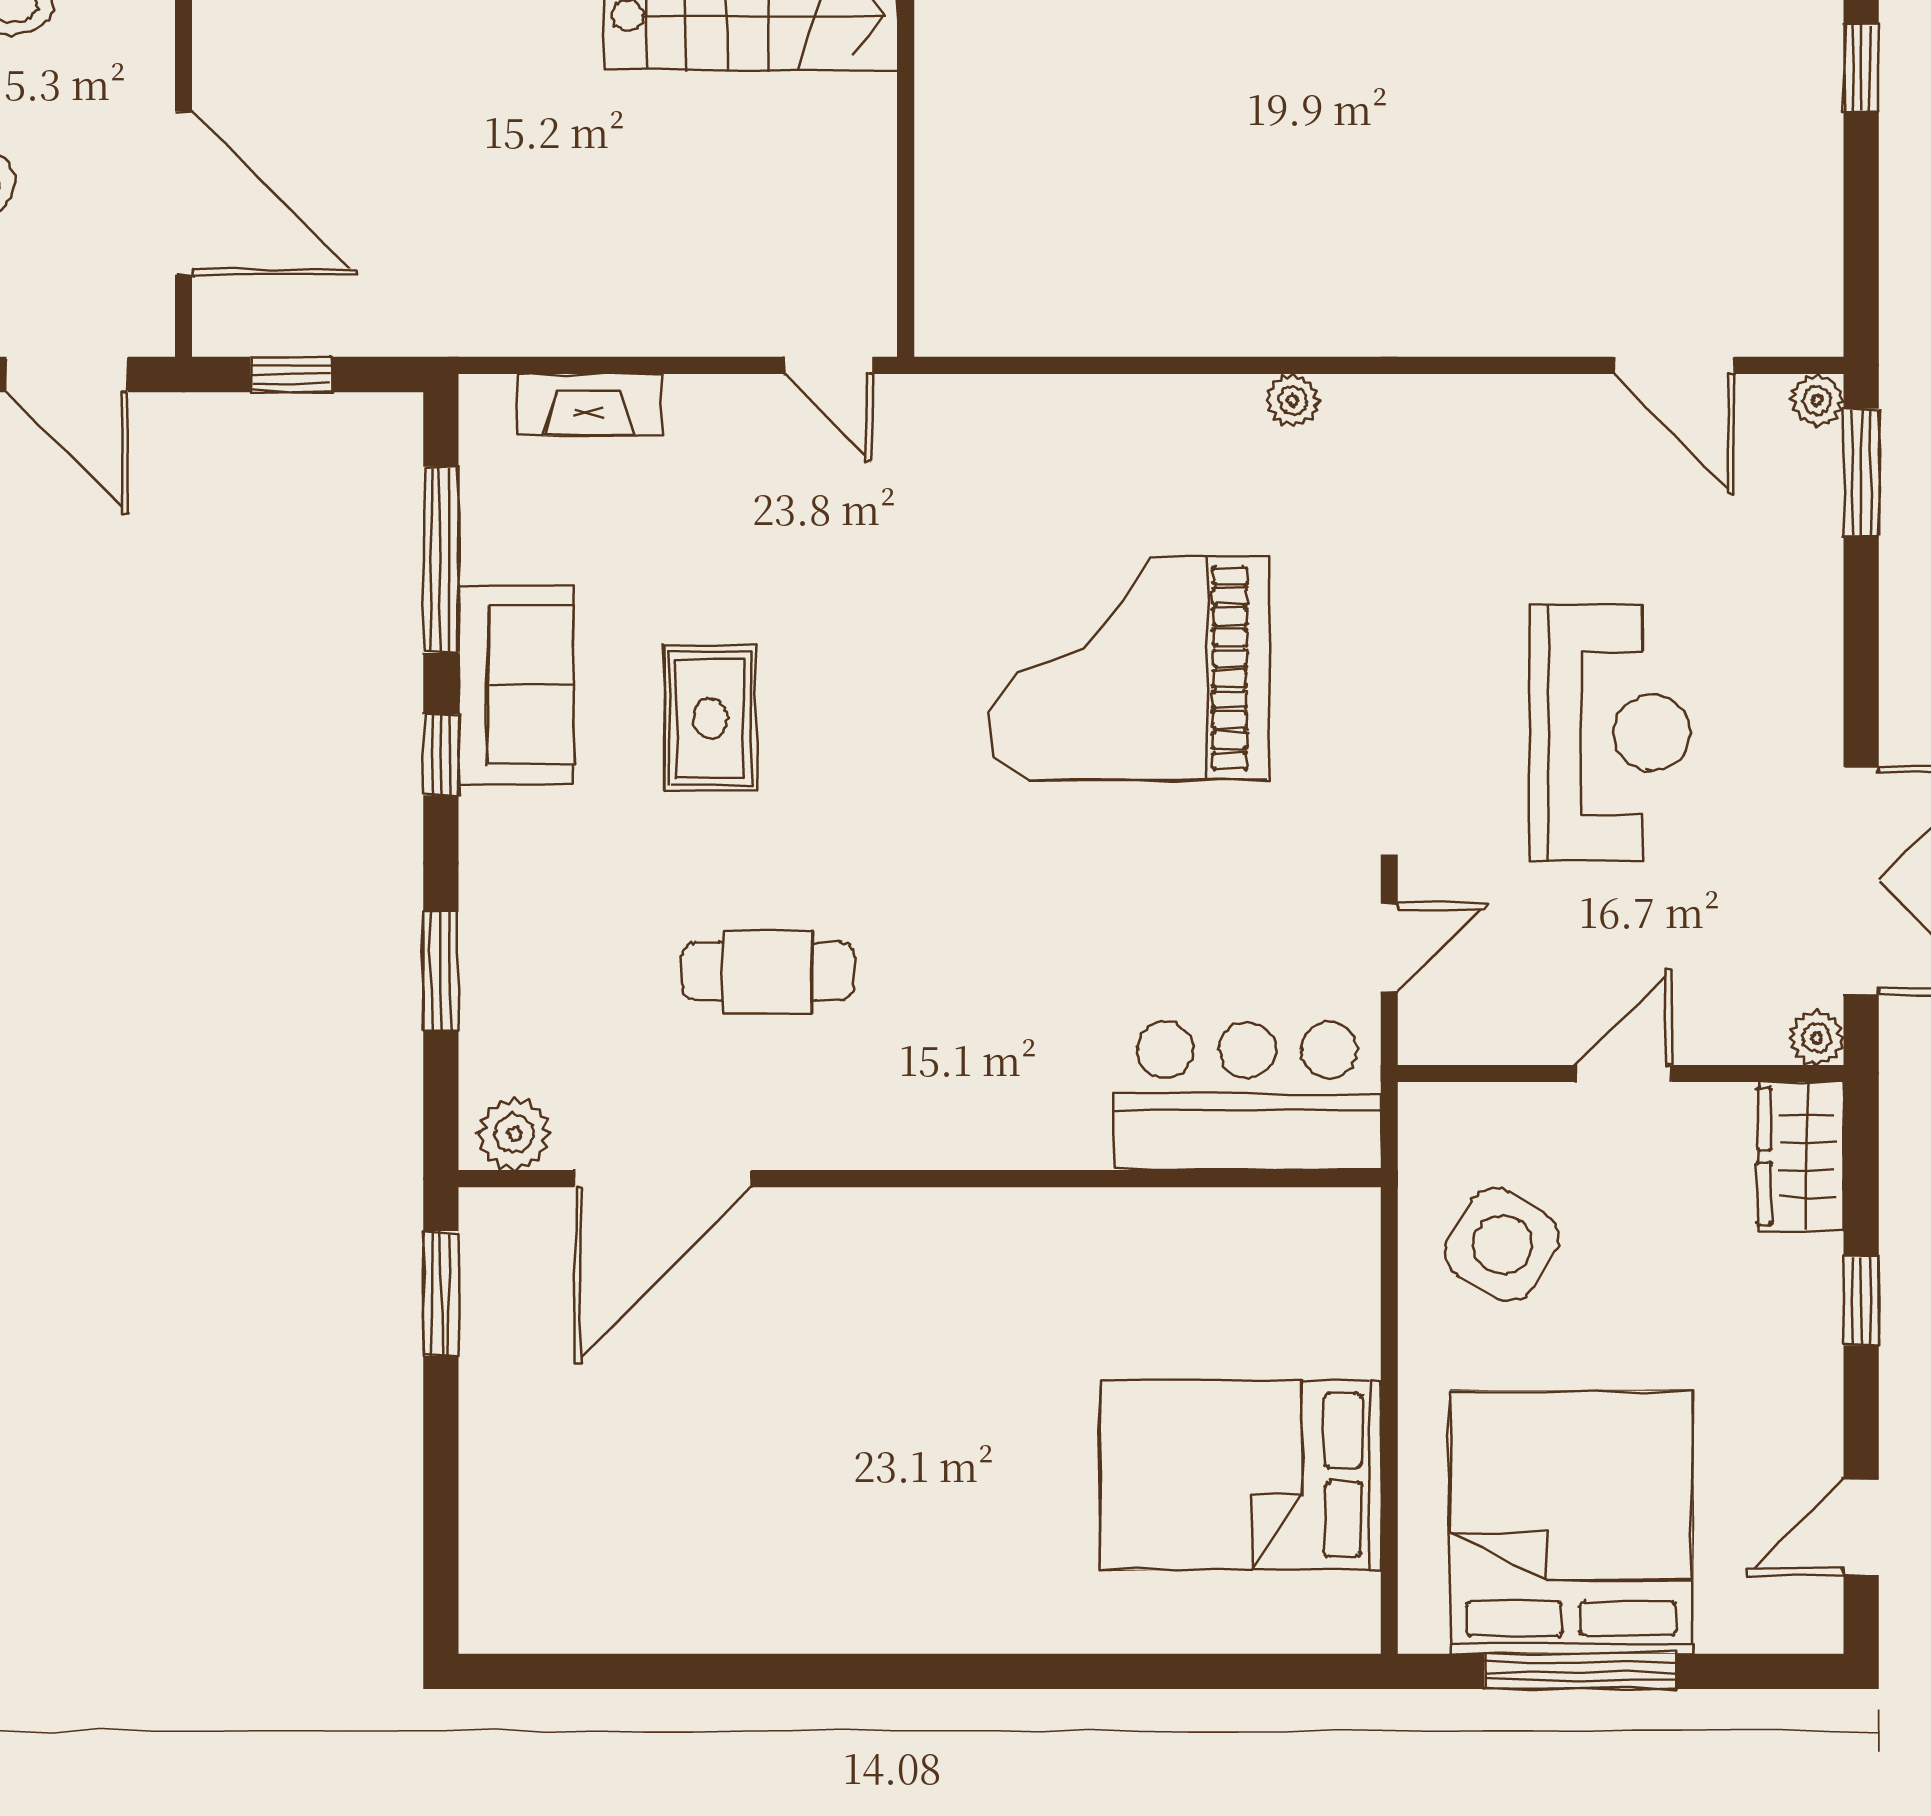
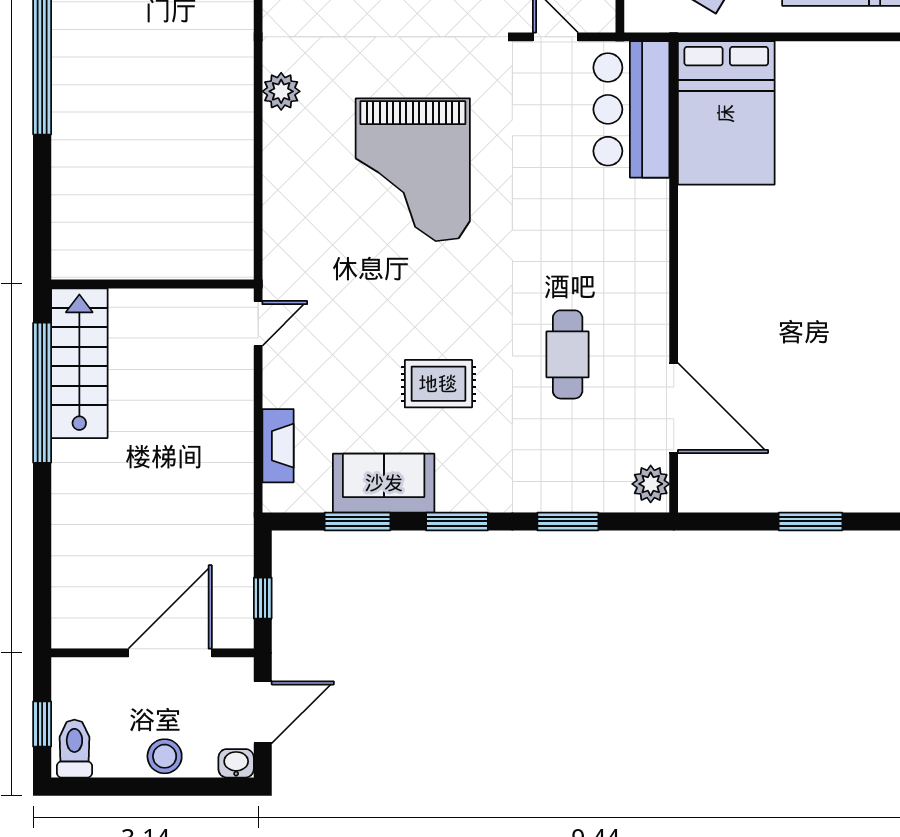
plant: (1293, 401) -> (281, 91), width x1.38, depth x1.38
window: (441, 560) -> (357, 521), width x0.69
sofa: (516, 685) -> (384, 483), moved
window: (441, 755) -> (457, 521), width x1.50
window: (441, 1293) -> (811, 521), moved
bed: (1241, 1475) -> (726, 113), moved

